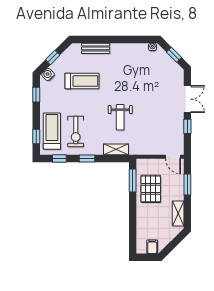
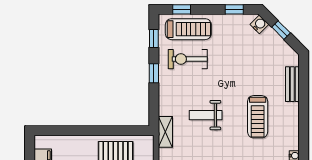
treadmill: (82, 81) -> (258, 117), moved
shelving: (116, 149) -> (165, 132), moved
window: (133, 181) -> (126, 131), removed

